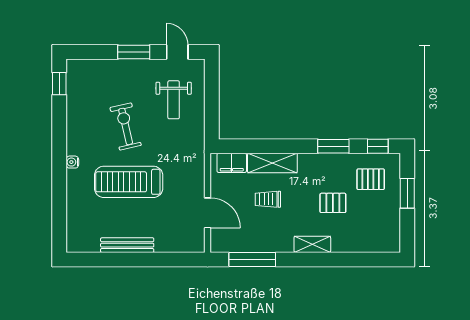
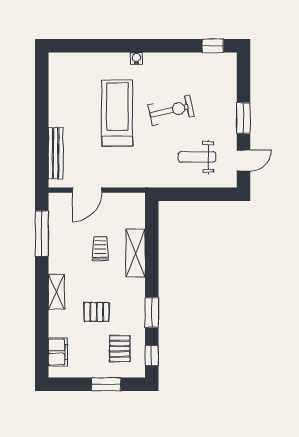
filing cabinet: (232, 163) -> (58, 352), moved, turned 180
pallet: (333, 203) -> (97, 312), turned 90
bench: (127, 245) -> (56, 153), moved

